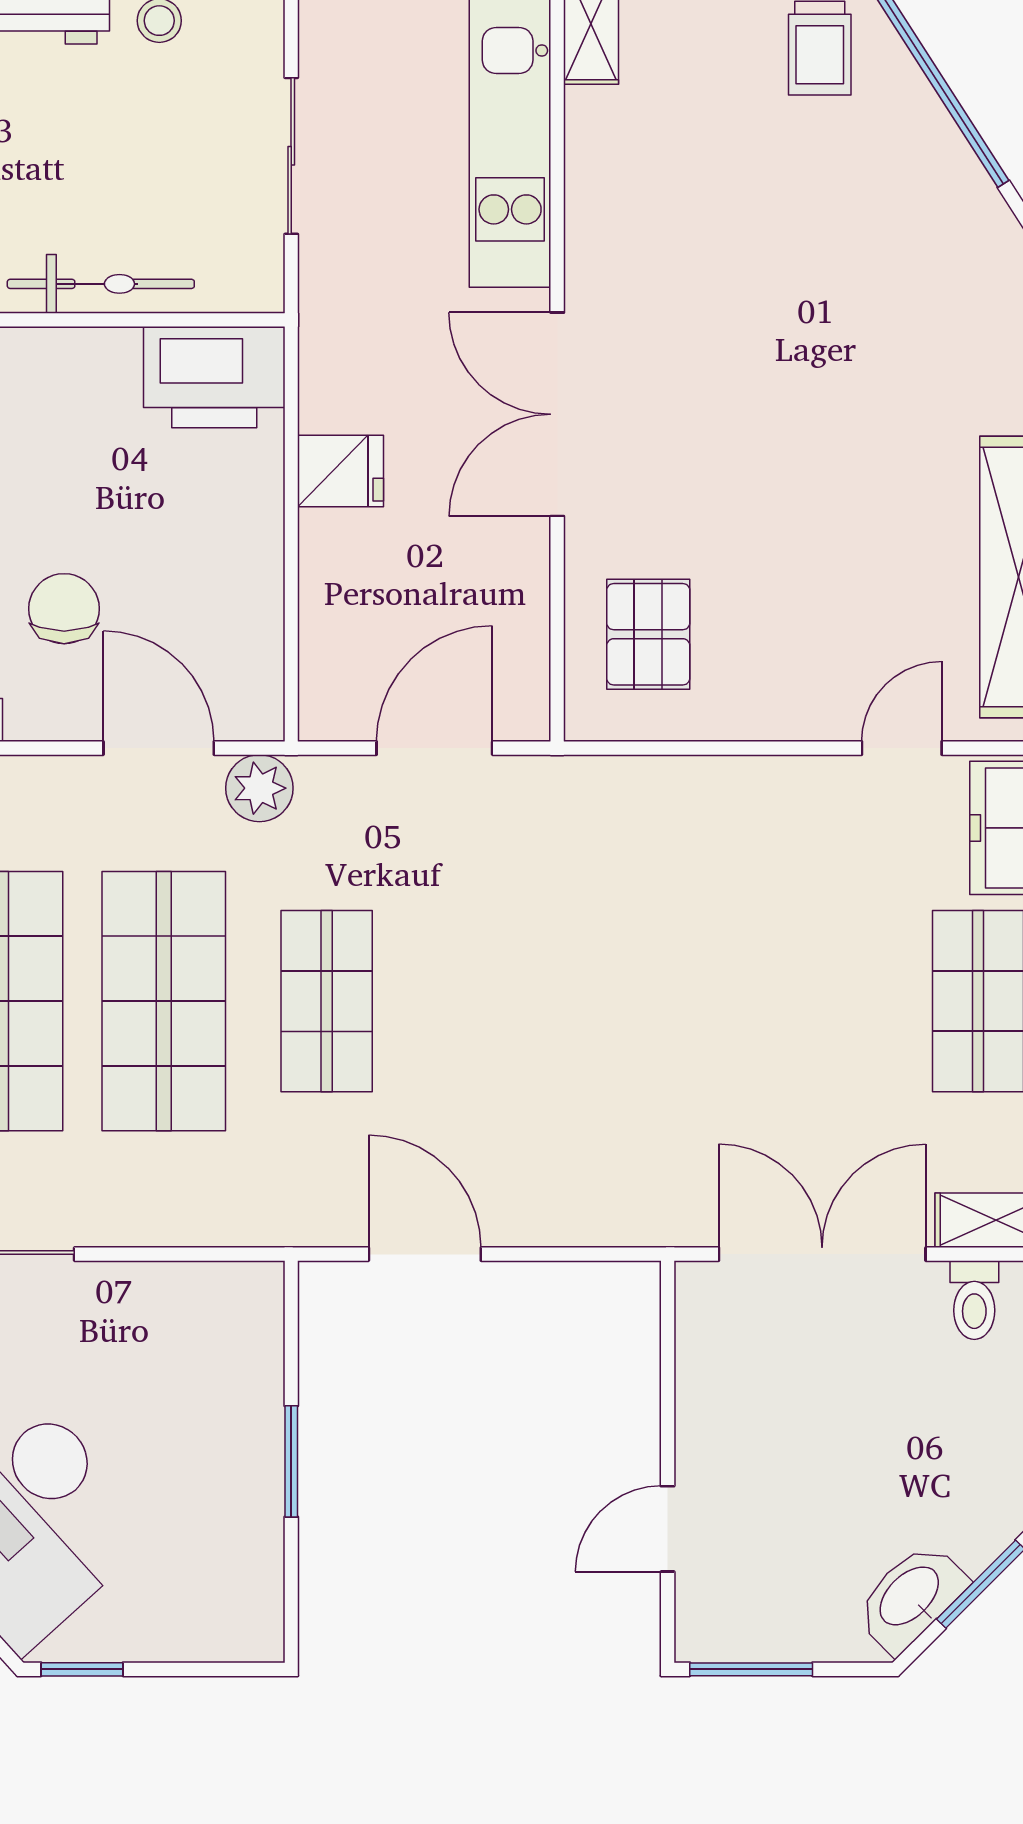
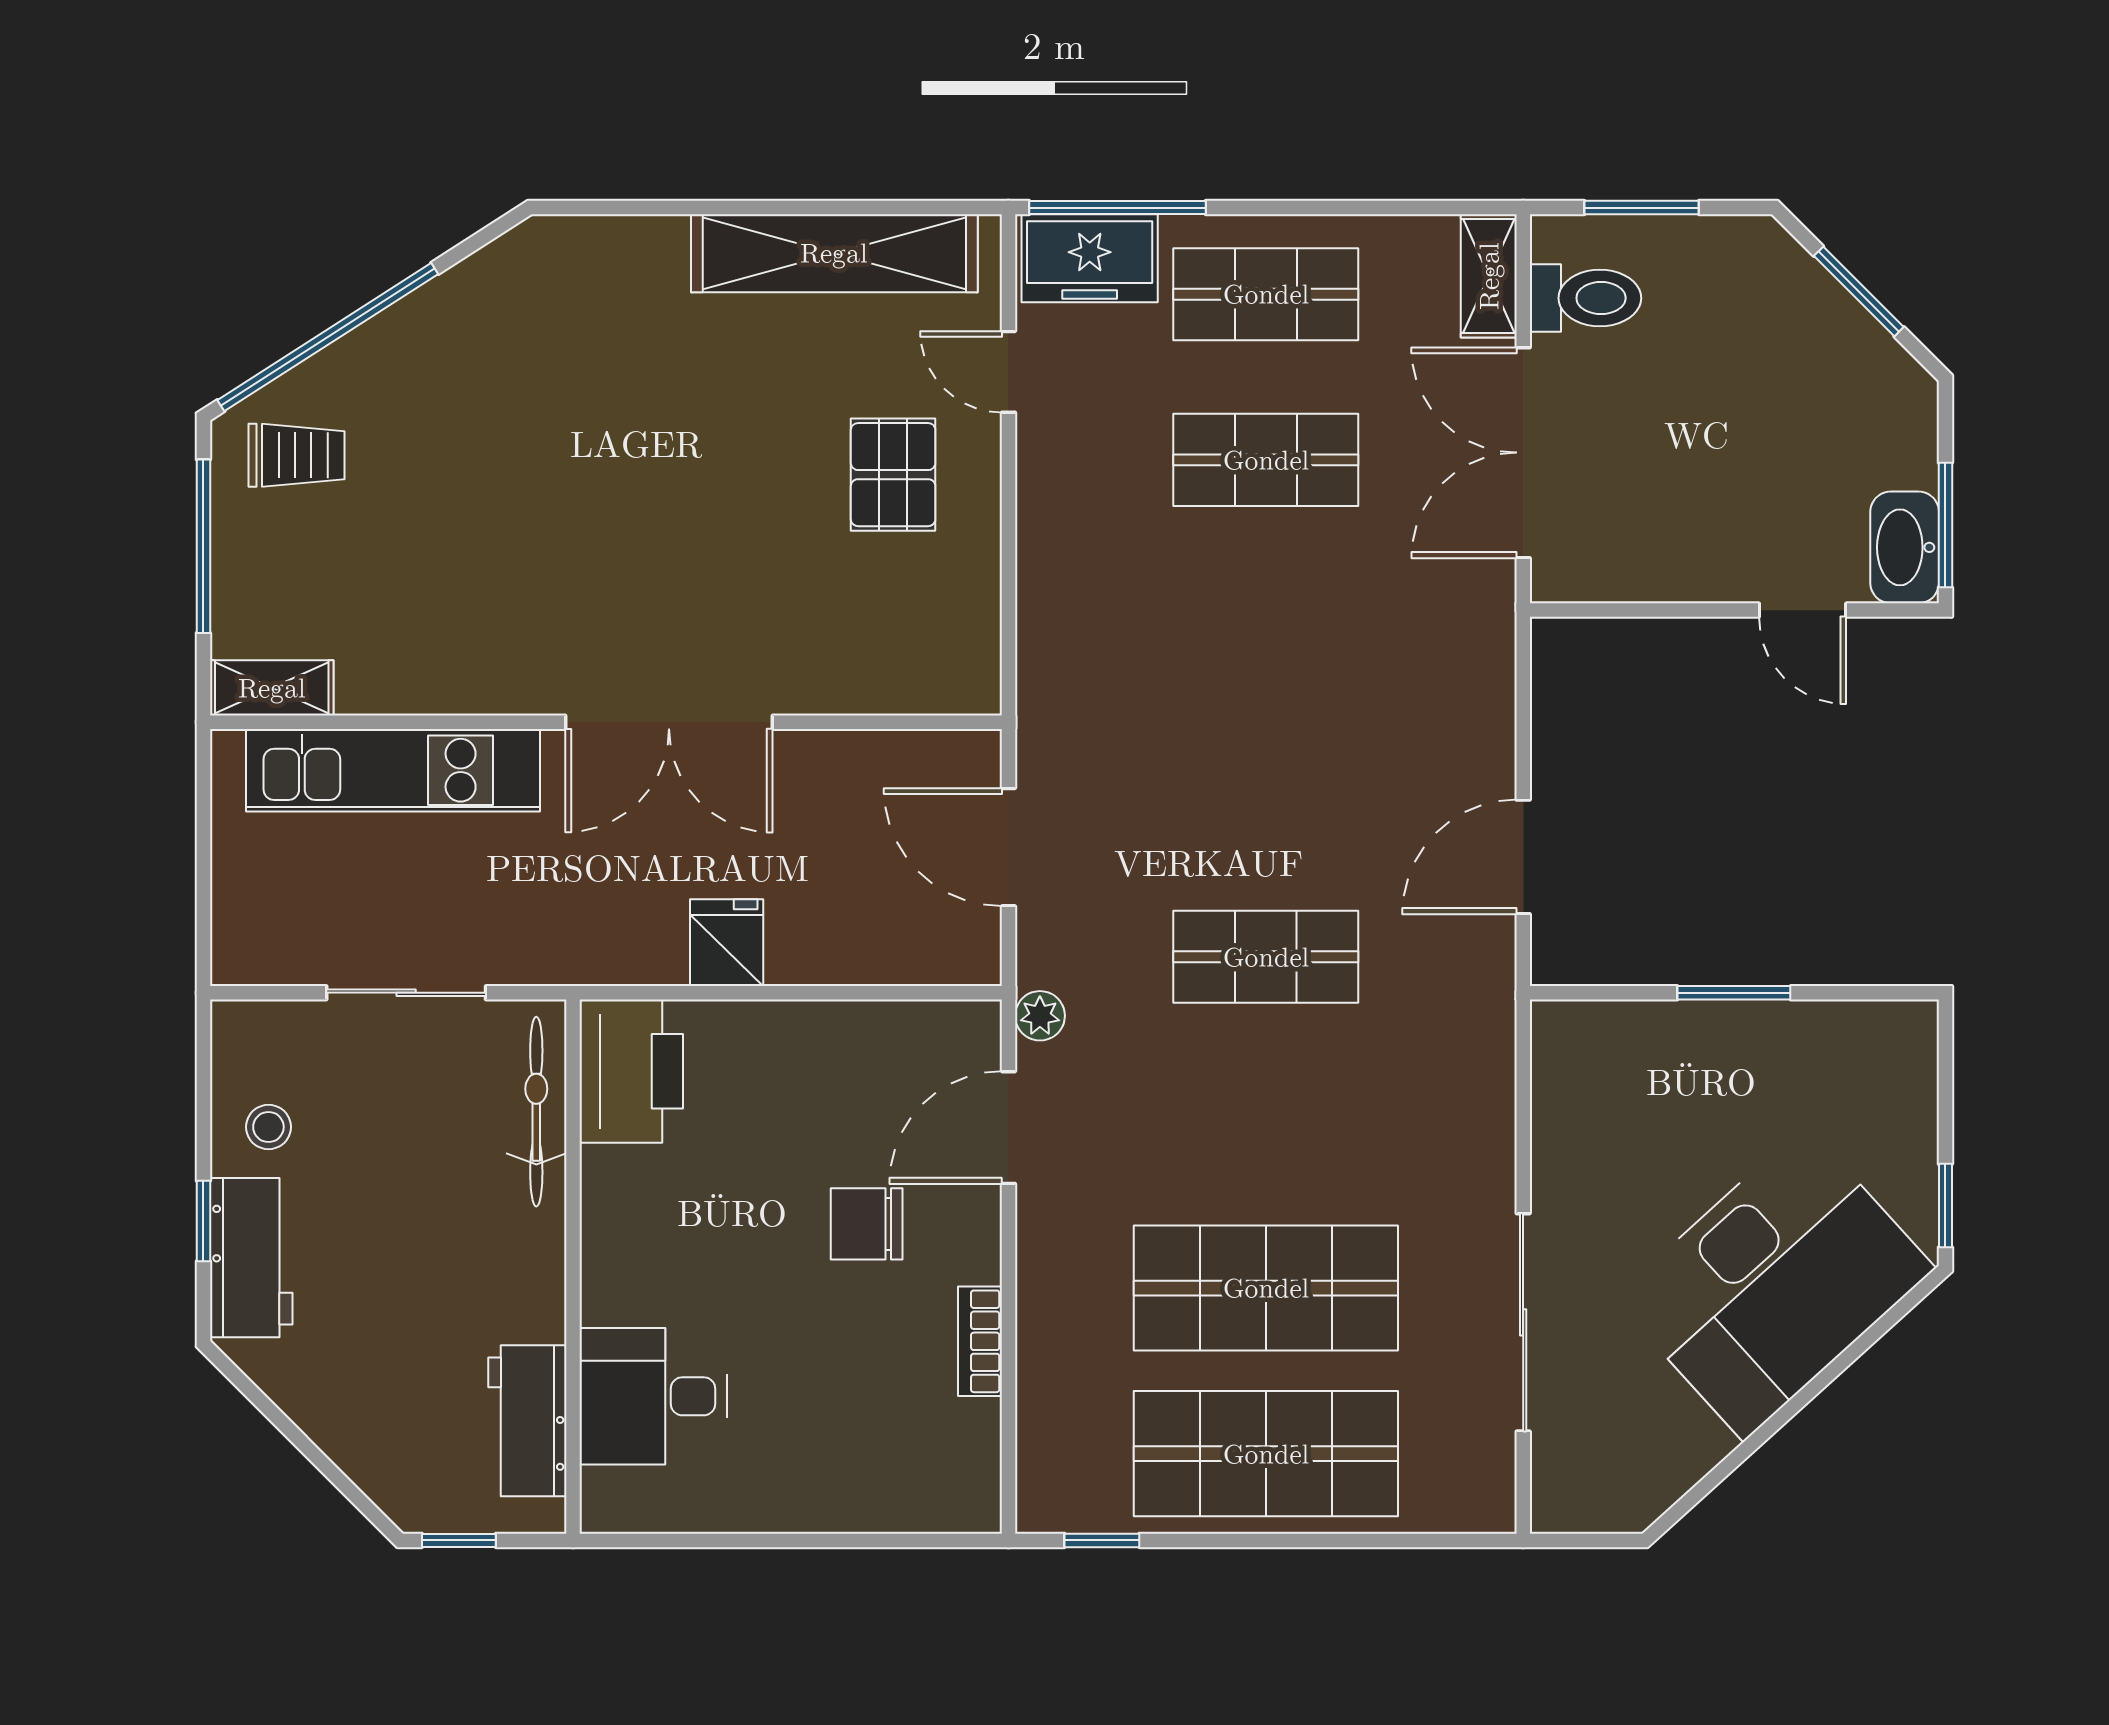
bicycle: (101, 284) -> (536, 1112), moved
pallet: (648, 634) -> (893, 475), moved, turned 90
plant: (259, 788) -> (1040, 1016), width x0.73, depth x0.73
shop shelf: (164, 1001) -> (1266, 460), moved, width x0.70, depth x0.74
toilet: (974, 1300) -> (1585, 298), width x1.37, depth x1.39
washbasin: (911, 1597) -> (1905, 547), moved, turned 45

